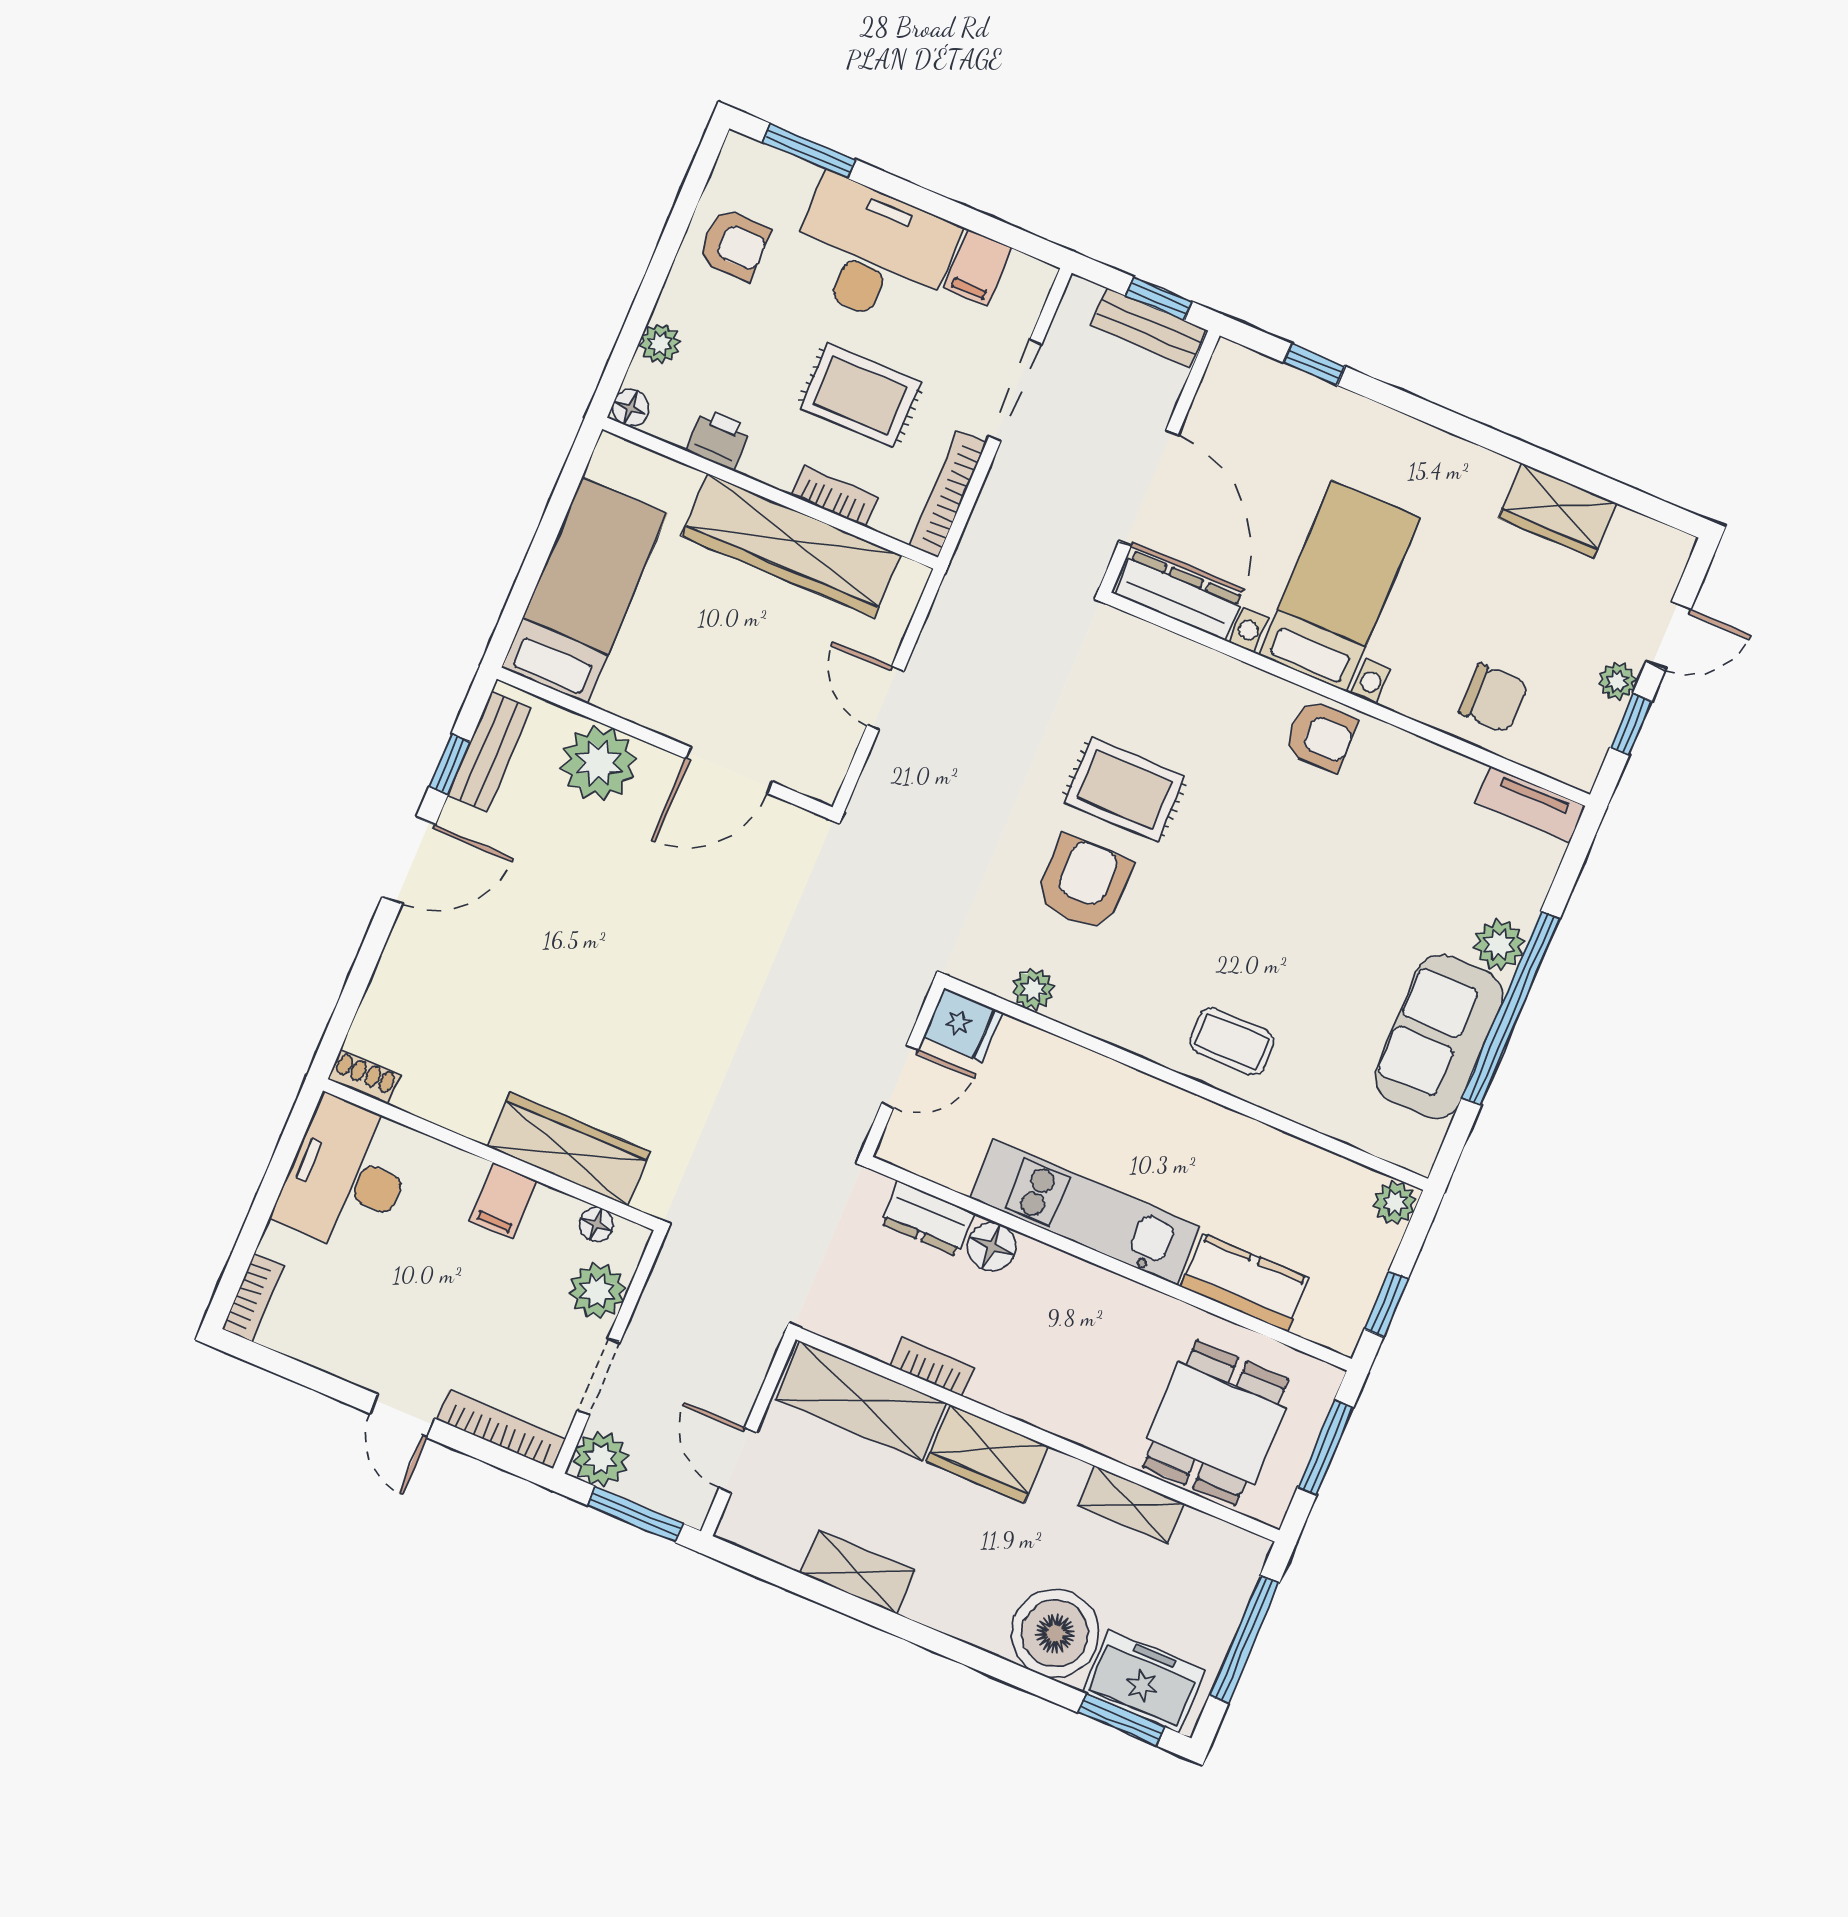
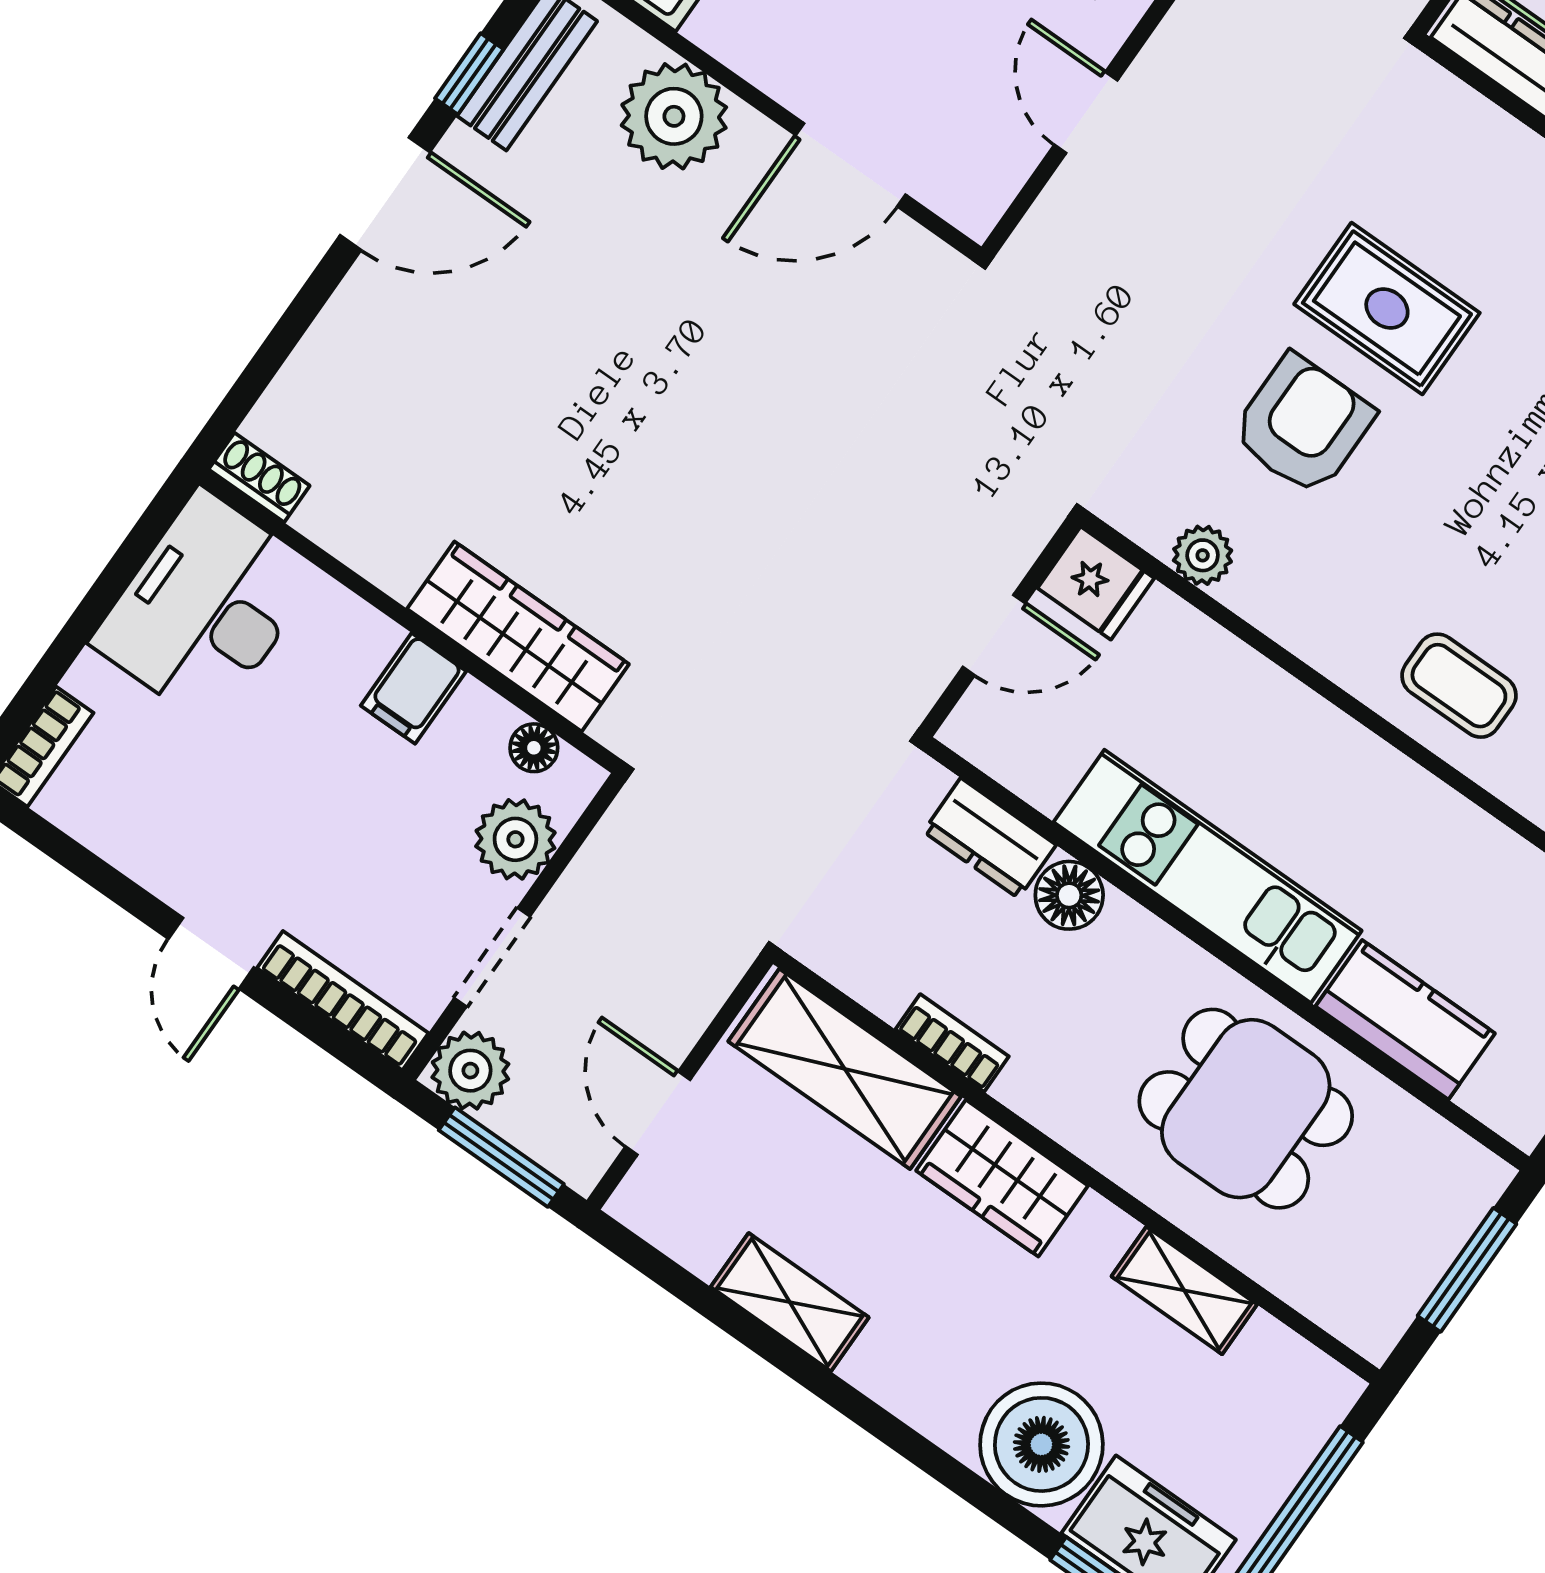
dining table: (1216, 1423) -> (1246, 1109), moved, turned 90

